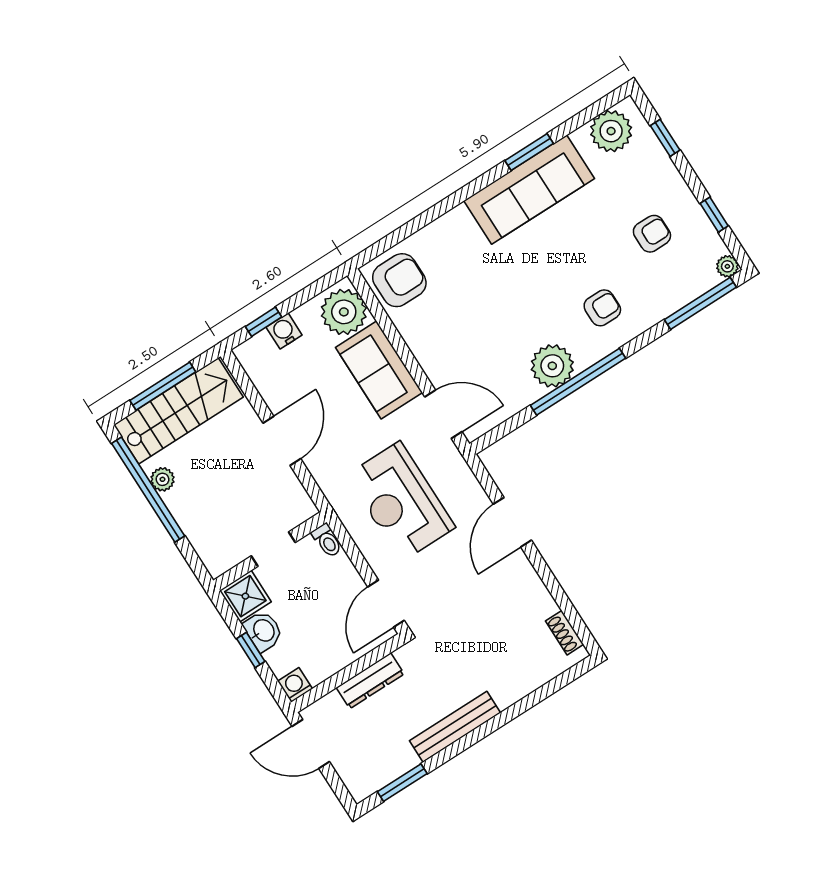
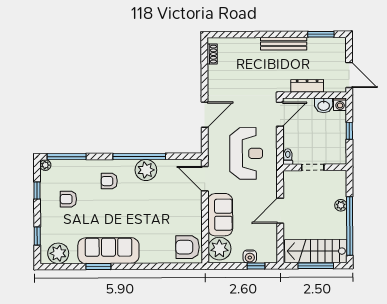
plant: (162, 479) -> (341, 205), moved
shower: (245, 596) -> (337, 155), removed
washbasin: (263, 631) -> (324, 105), moved, turned -90

